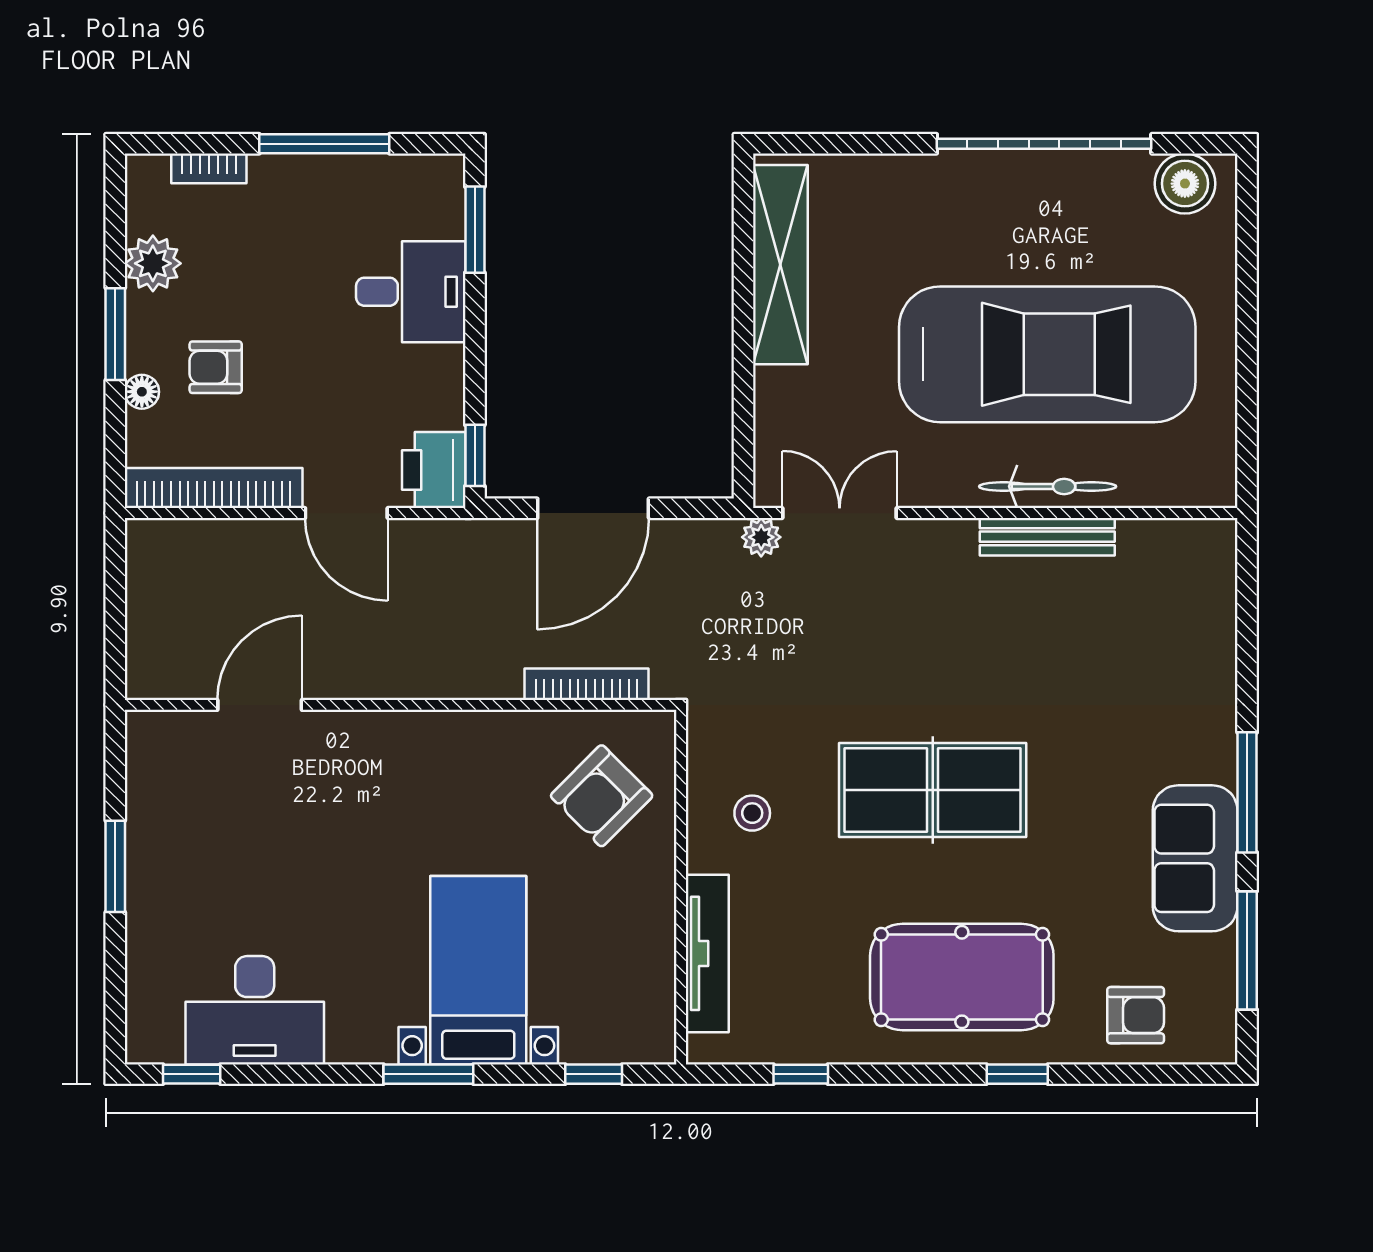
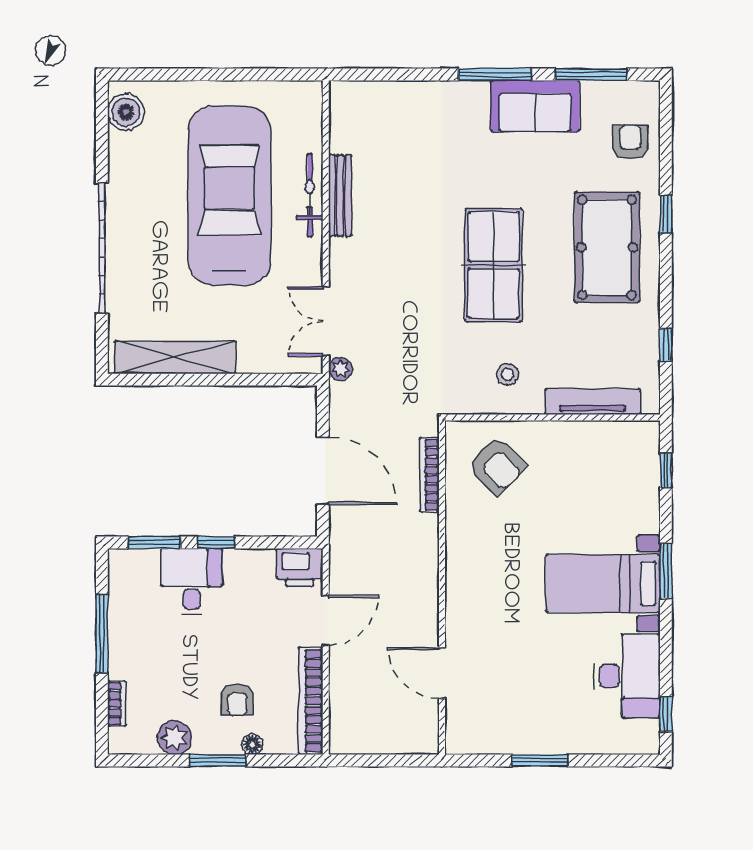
garage door: (1044, 144) -> (102, 248), moved
window: (475, 455) -> (216, 542), moved
bed with nightstands: (478, 970) -> (603, 583), moved

